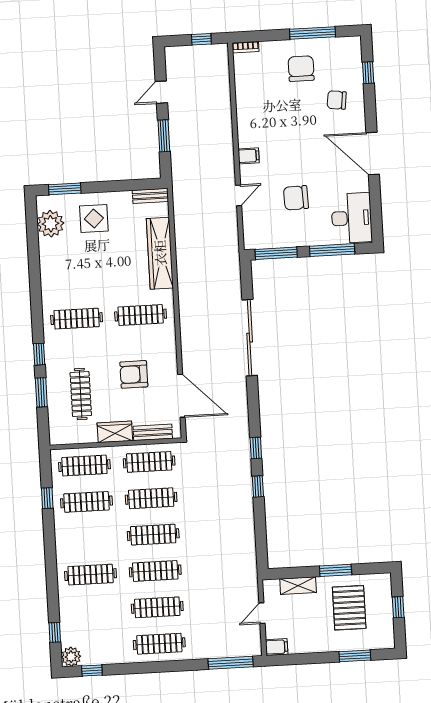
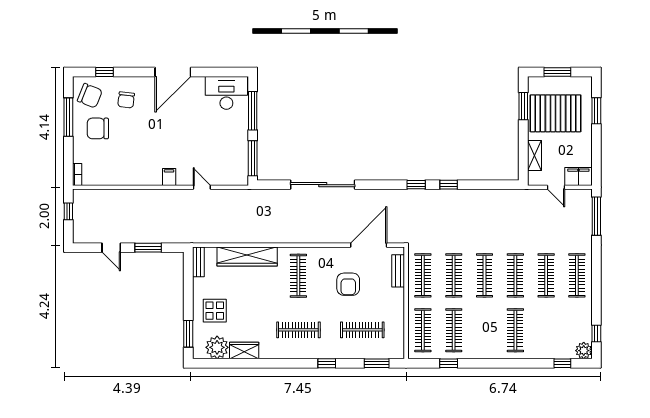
chair: (296, 198) -> (90, 96), moved, turned -66
clothes rail: (77, 319) -> (298, 330), turned 90
window: (41, 392) -> (377, 363), moved
wardrobe: (115, 432) -> (244, 350), moved, turned 90
window: (336, 570) -> (523, 106), moved
window: (398, 607) -> (557, 72), width x1.50
pallet: (349, 608) -> (556, 113), width x1.37, depth x1.41
filing cabinet: (277, 647) -> (578, 176), width x2.00

